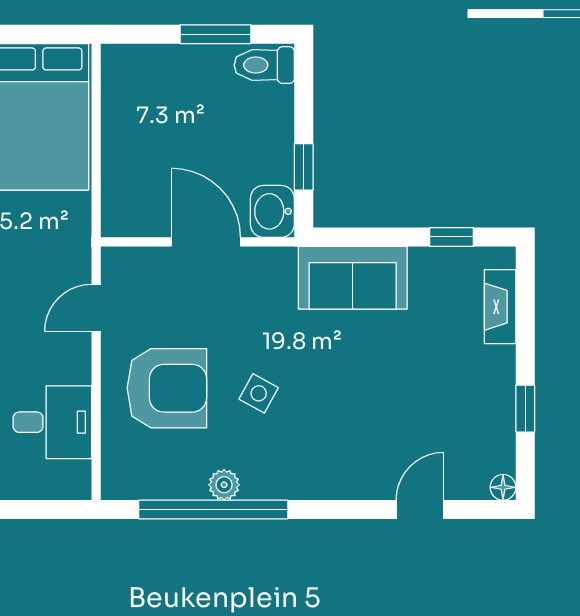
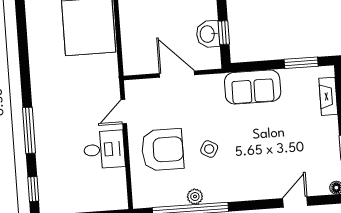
washbasin: (272, 211) -> (208, 34), moved
window: (452, 237) -> (301, 63), width x1.50
desk: (52, 422) -> (104, 150), moved

